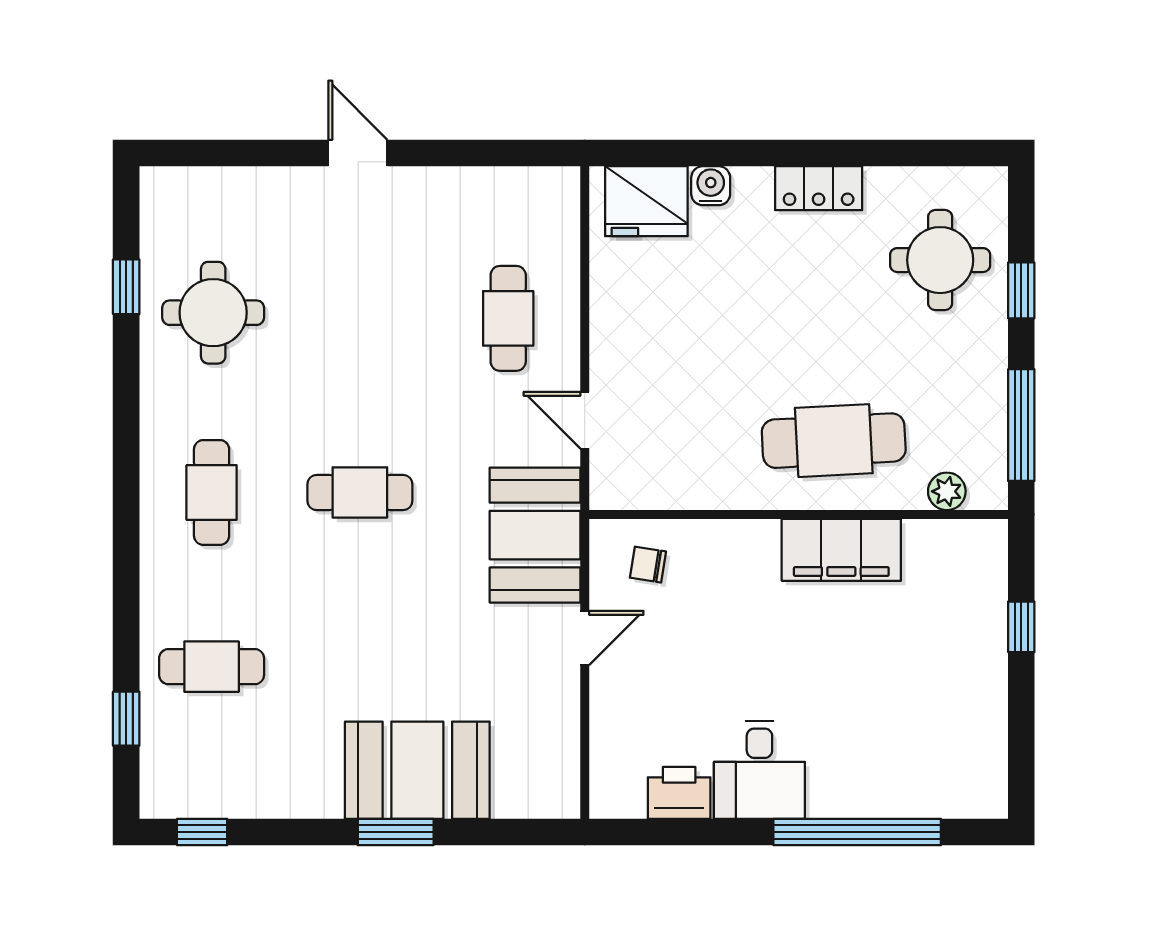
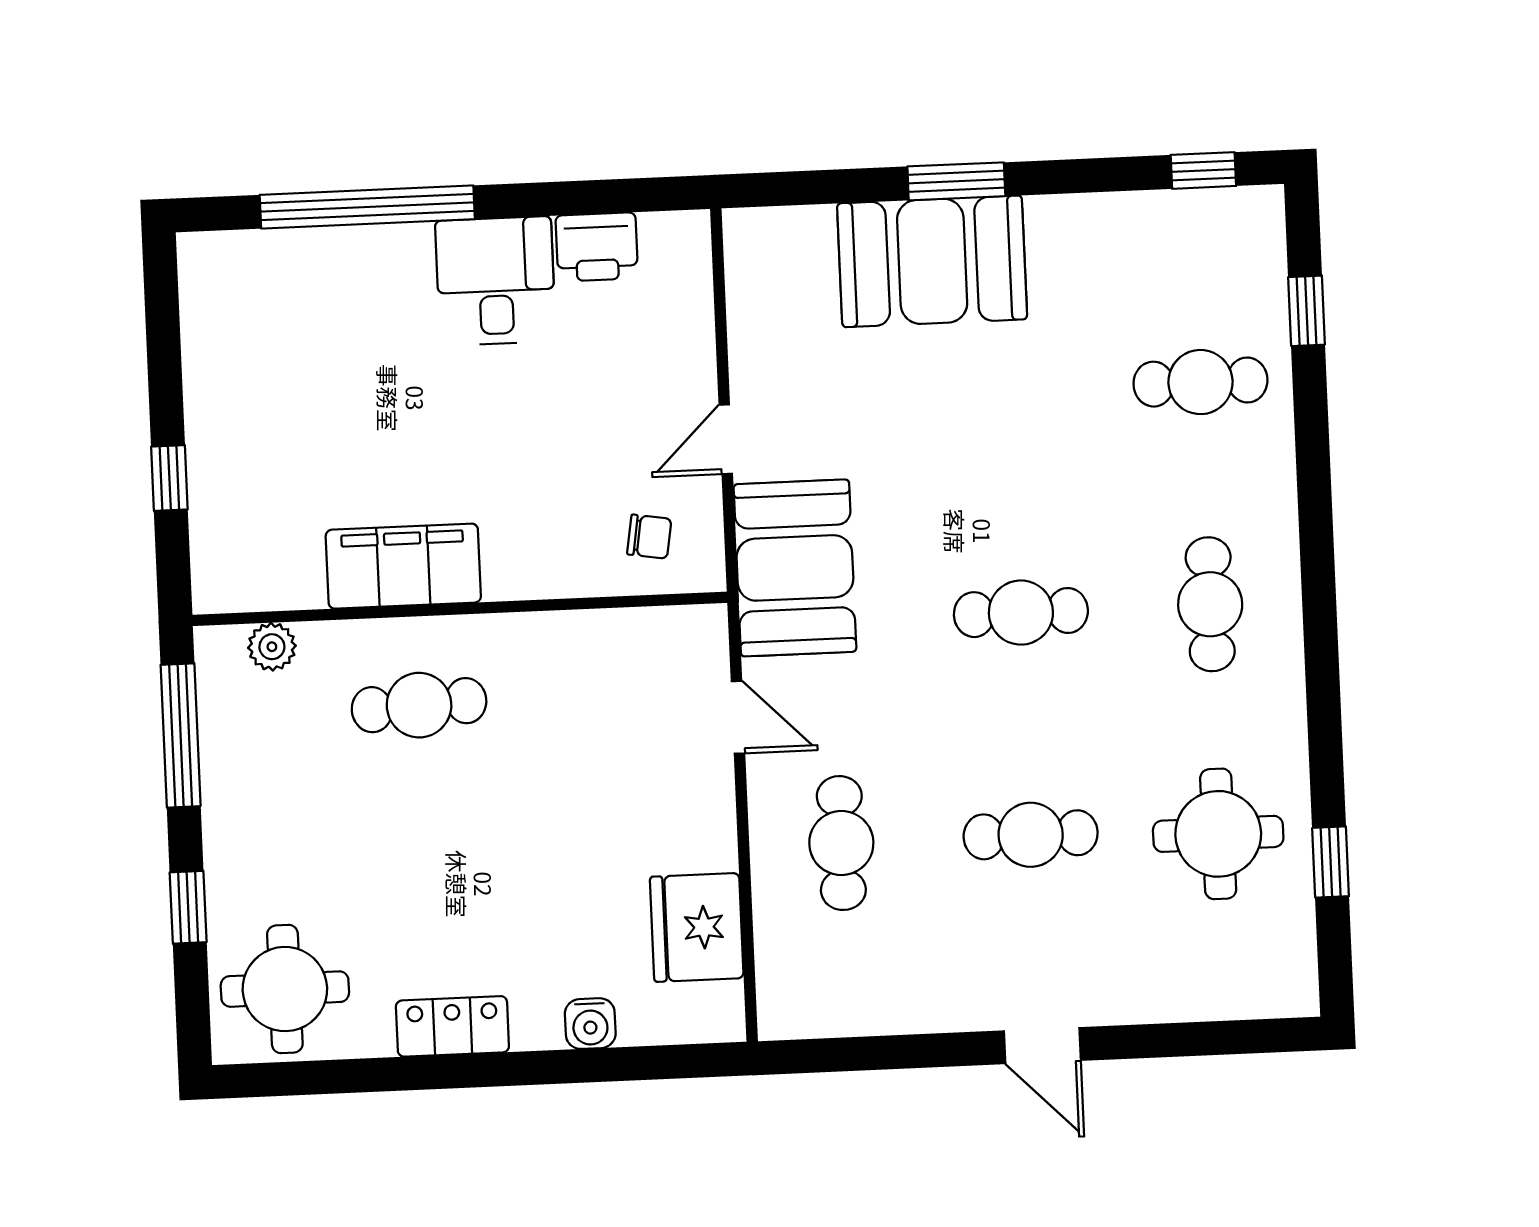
fridge: (646, 201) -> (697, 927), moved, turned -90
round table: (940, 260) -> (285, 989), moved
cafe table: (360, 318) -> (1031, 835), added
cafe table: (834, 441) -> (419, 705), width x0.73, depth x0.74

